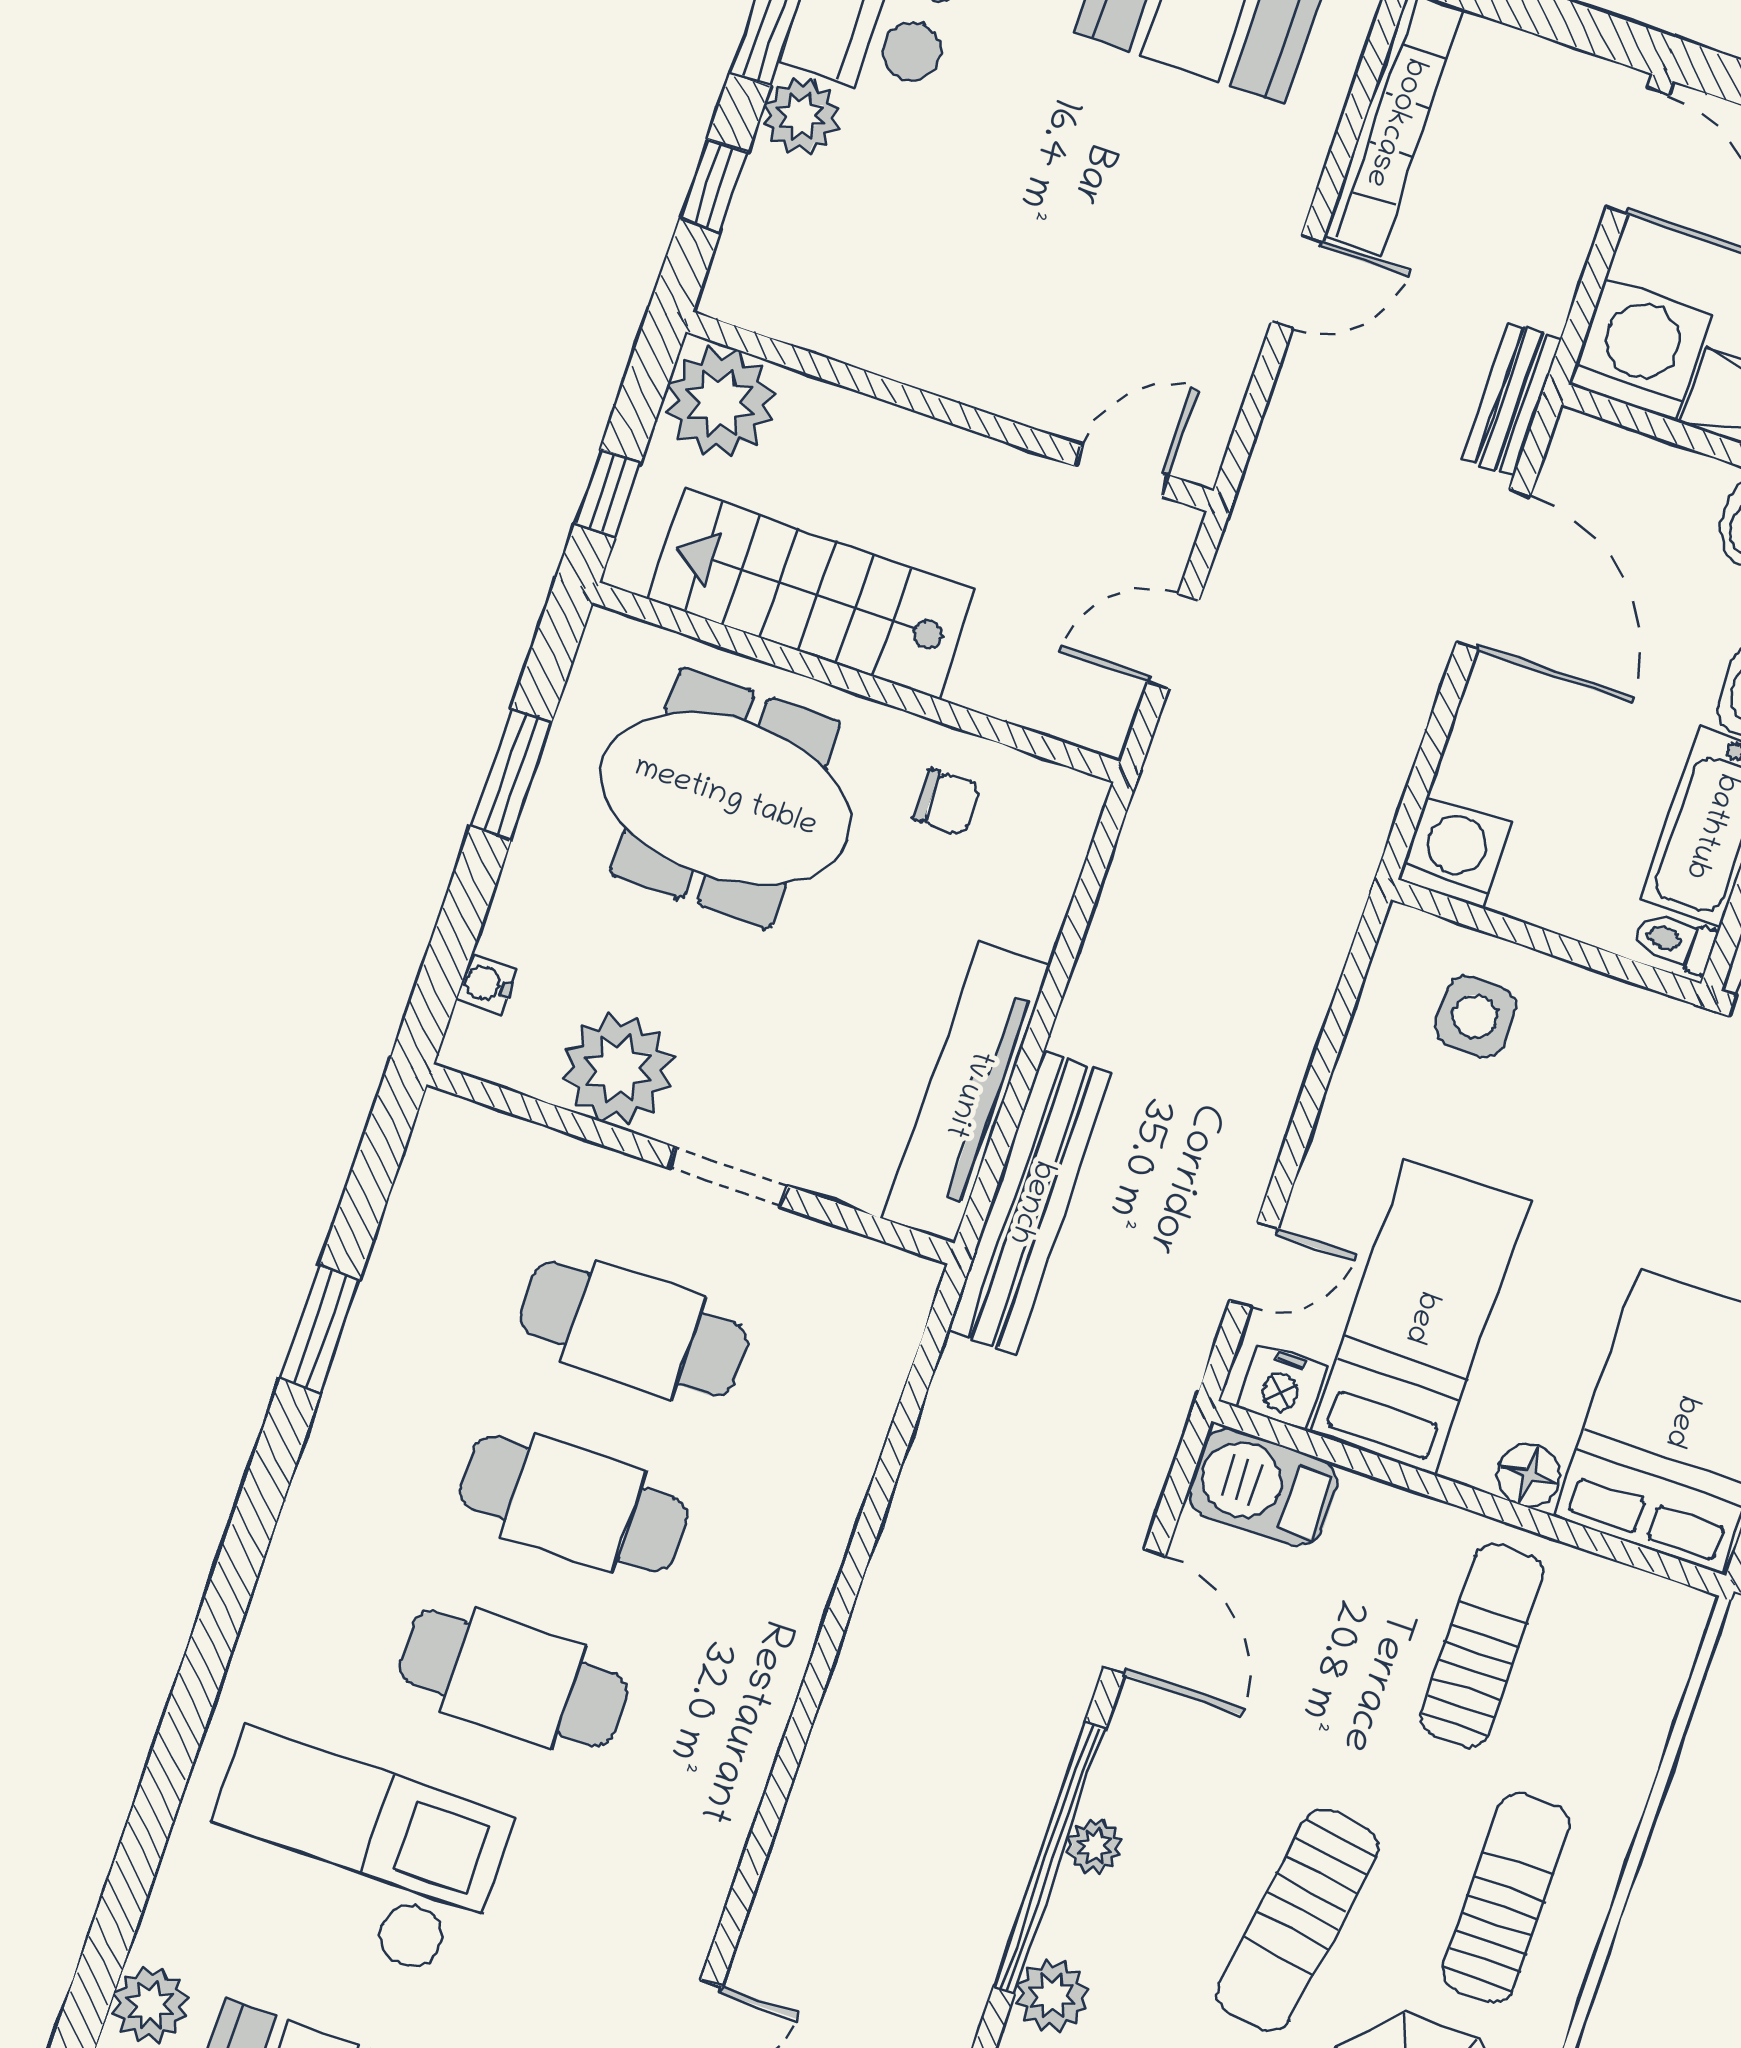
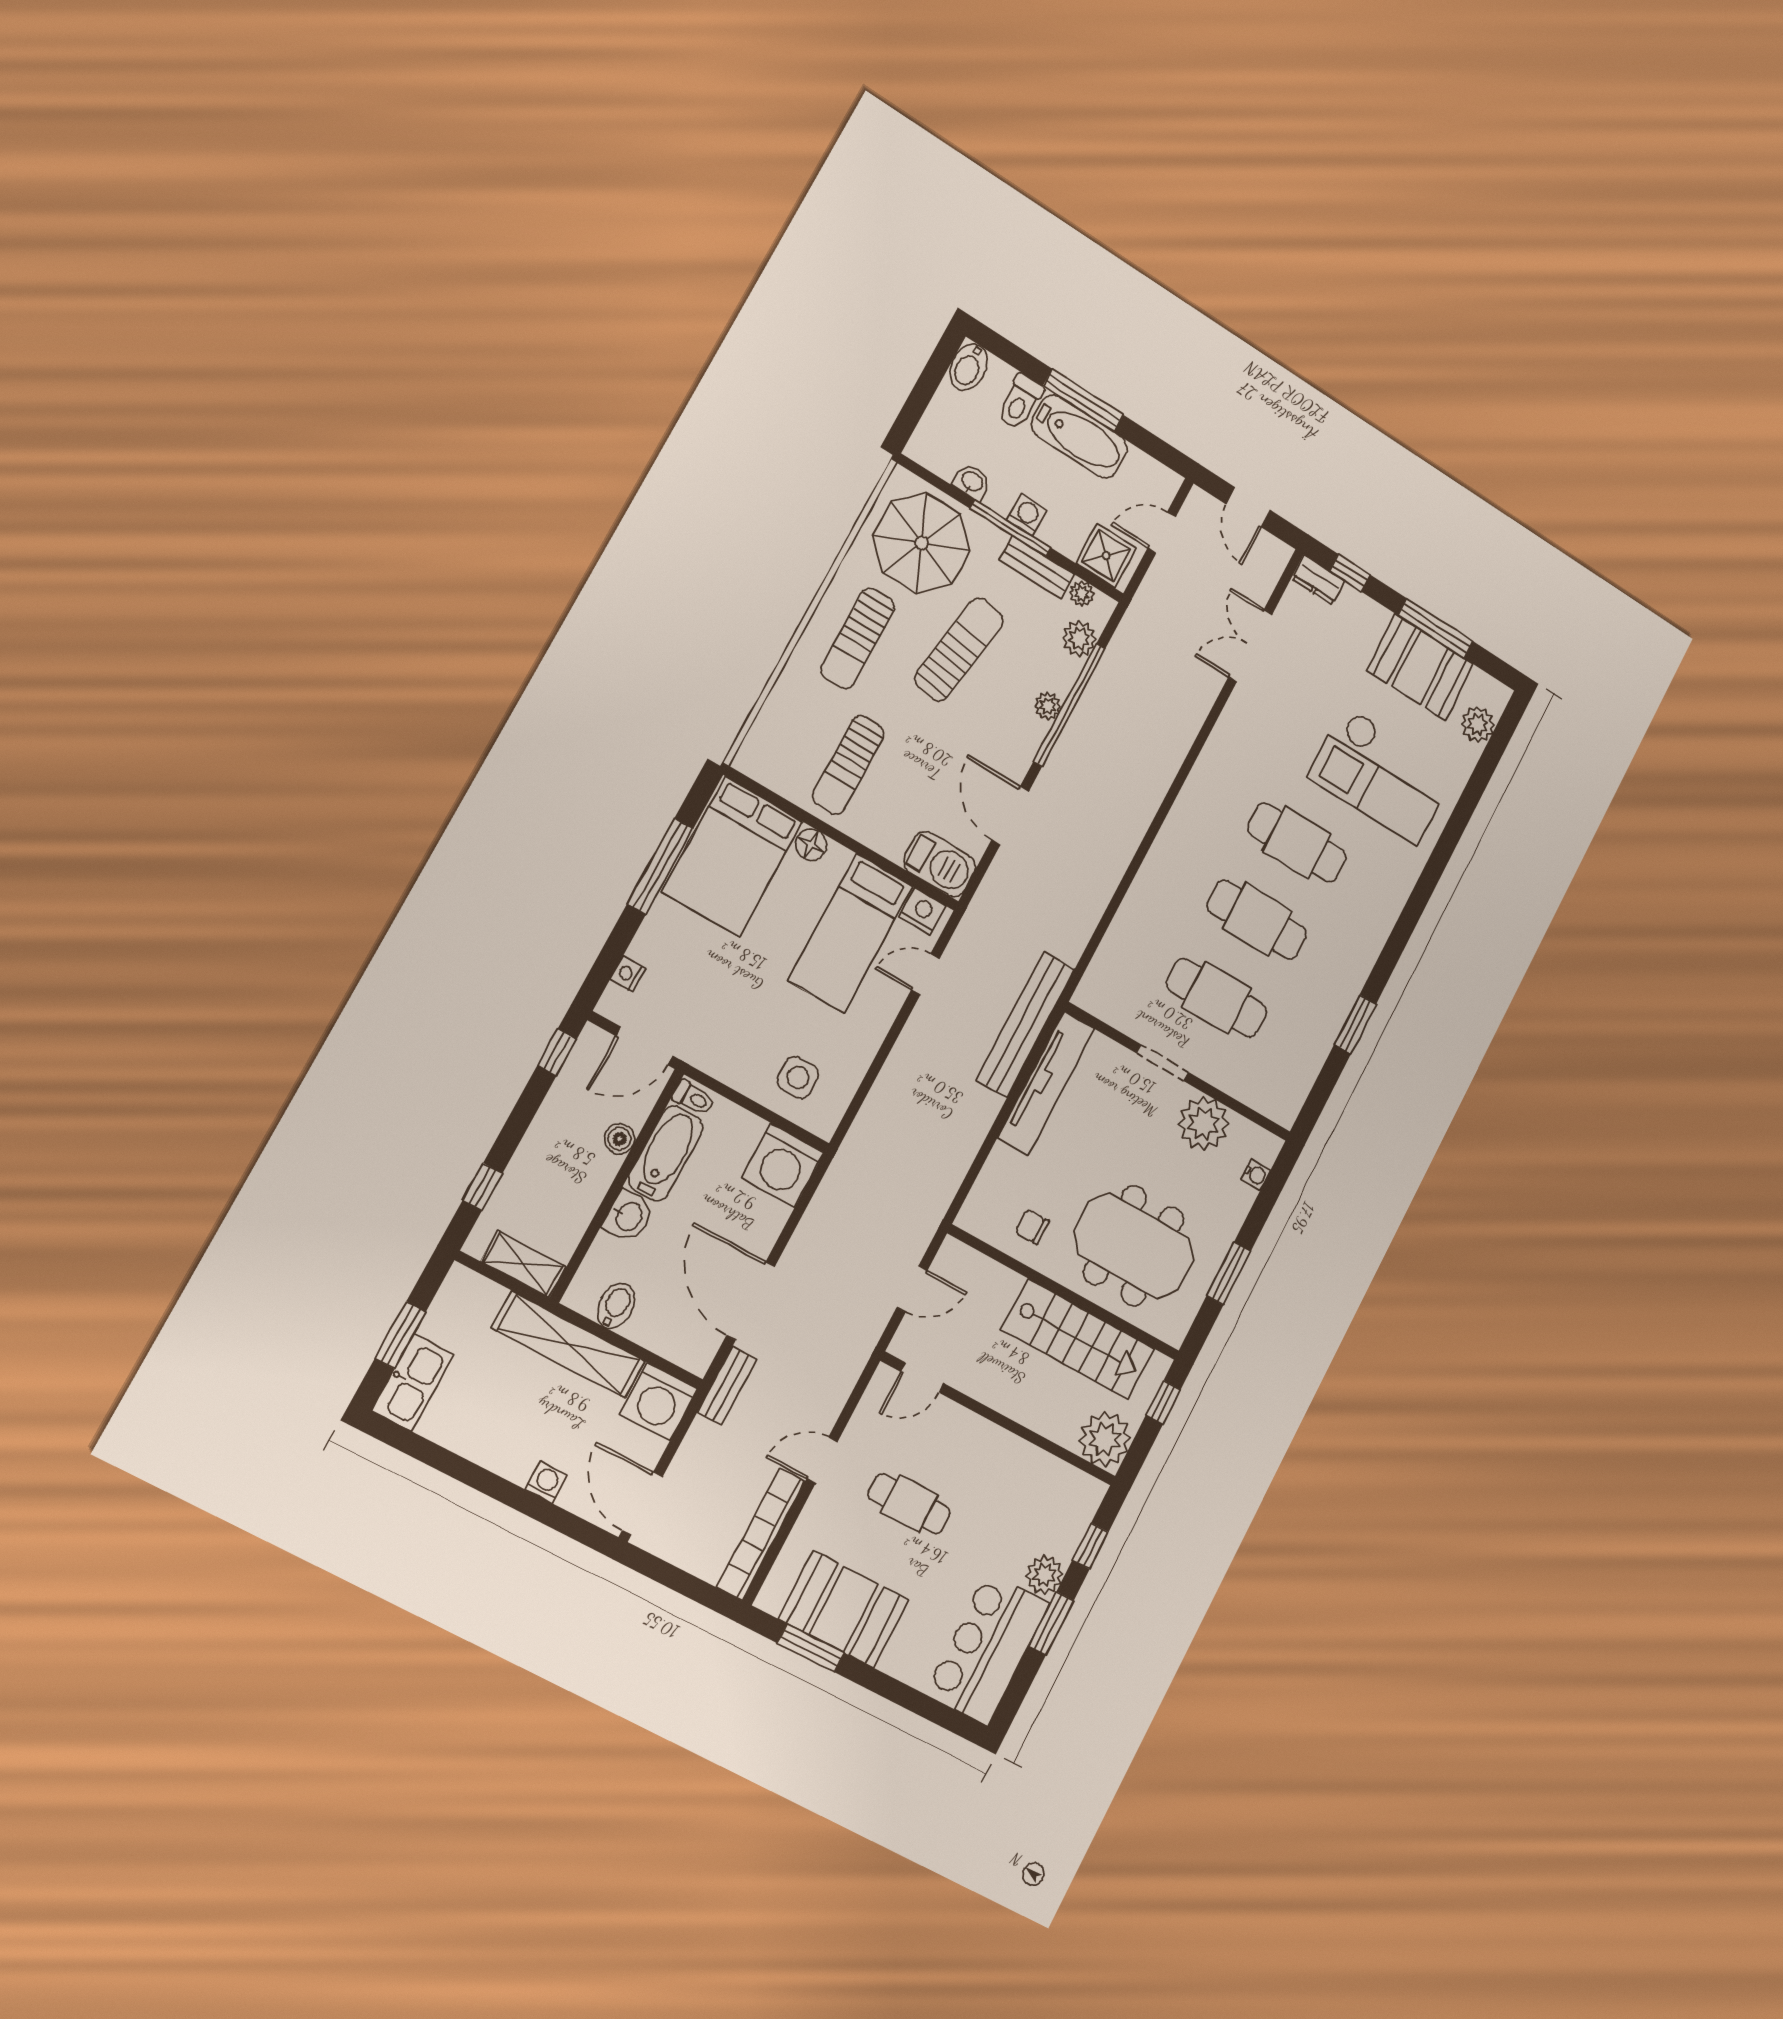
cafe table: (1106, 221) -> (909, 1504), added
washing machine: (1455, 852) -> (783, 1165), width x1.37, depth x1.37

